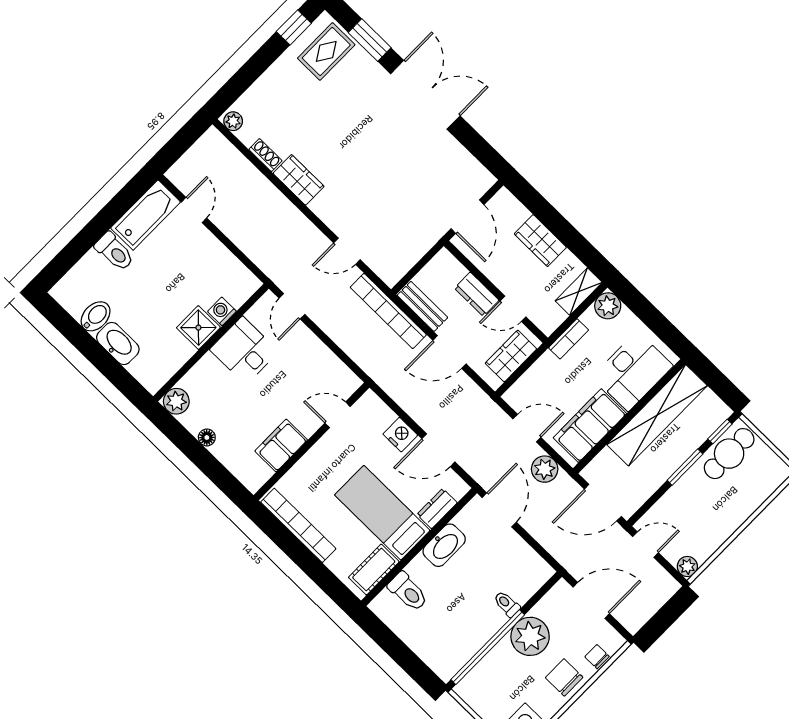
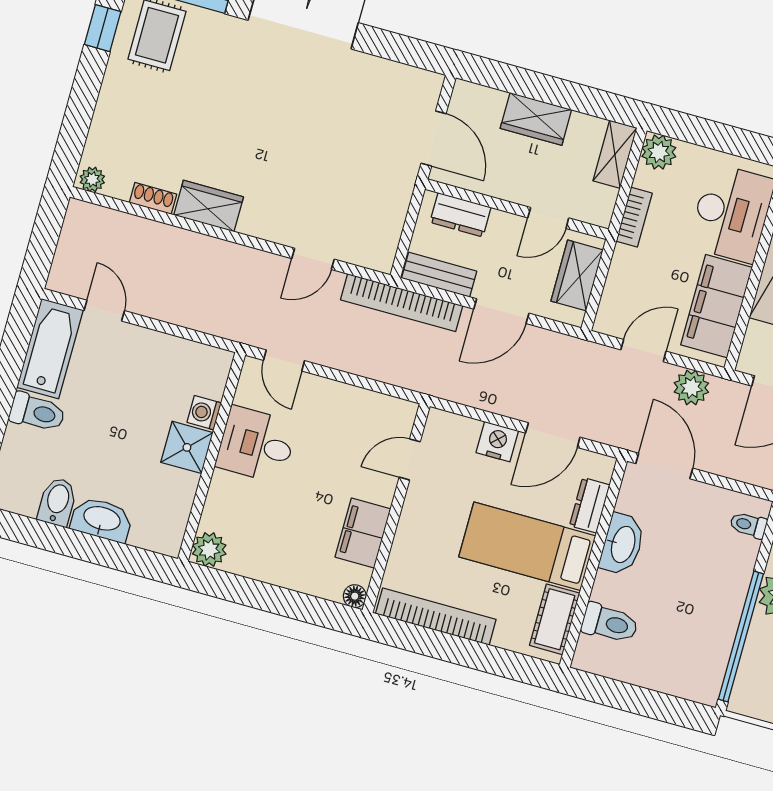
dresser: (477, 294) -> (460, 215), moved
floor lamp: (207, 437) -> (355, 596), moved
toilet: (507, 604) -> (748, 525), moved

